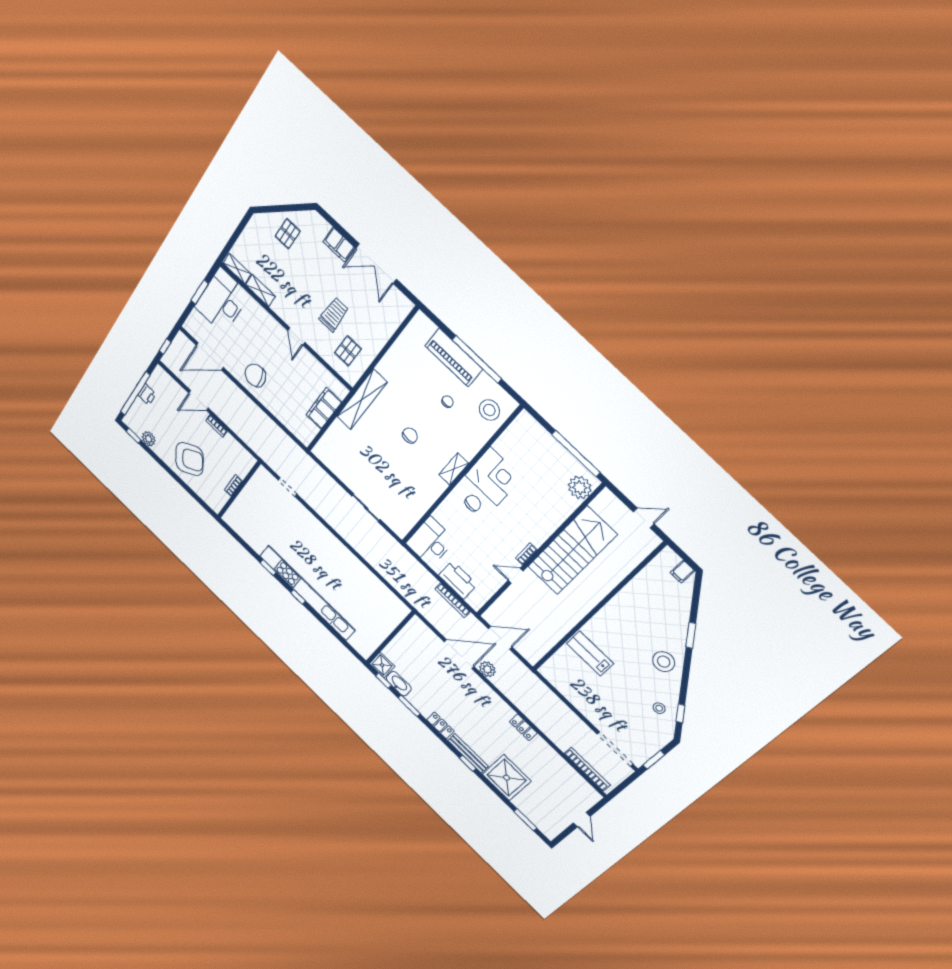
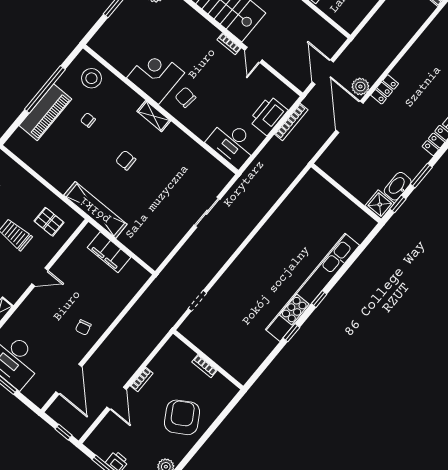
chair: (255, 375) -> (83, 327), width x0.54, depth x0.54
locker: (523, 727) -> (385, 89), moved

